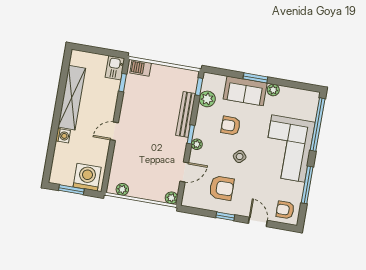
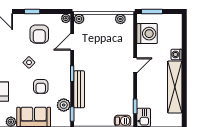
armchair: (231, 126) -> (41, 86), turned 90
plant: (197, 144) -> (66, 18), moved
washing machine: (87, 177) -> (147, 34), moved, turned -90
armchair: (222, 188) -> (39, 34), turned -90
window: (71, 190) -> (152, 11), moved

